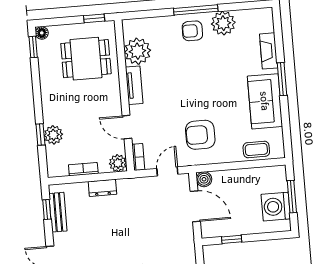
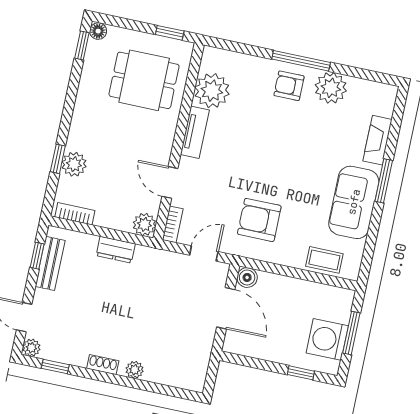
bookcase: (83, 169) -> (75, 214), moved
window: (232, 239) -> (301, 373), moved

